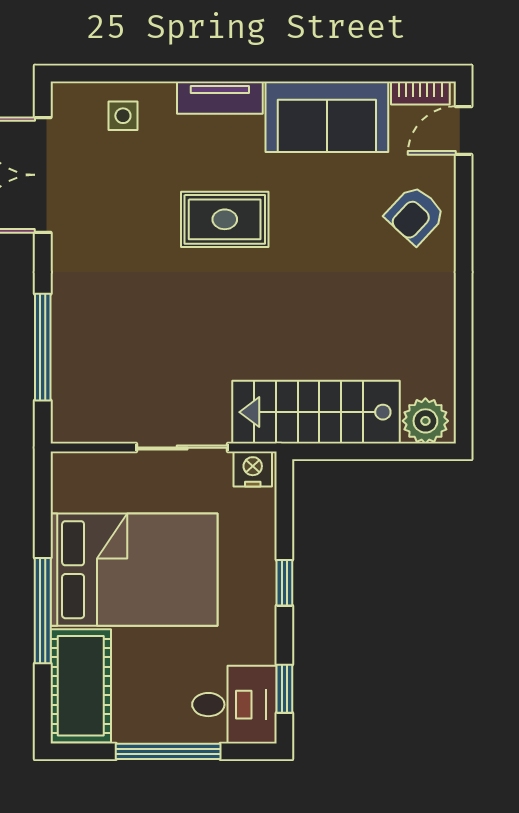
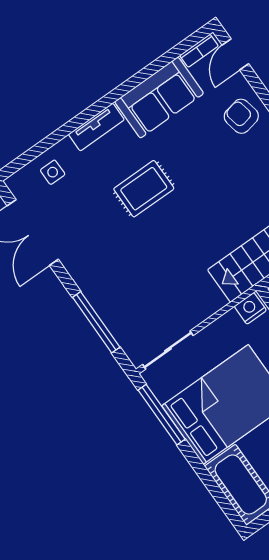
armchair: (415, 215) -> (241, 116), turned 126
sliding door: (182, 448) -> (168, 350), moved
window: (43, 611) -> (162, 415), moved

